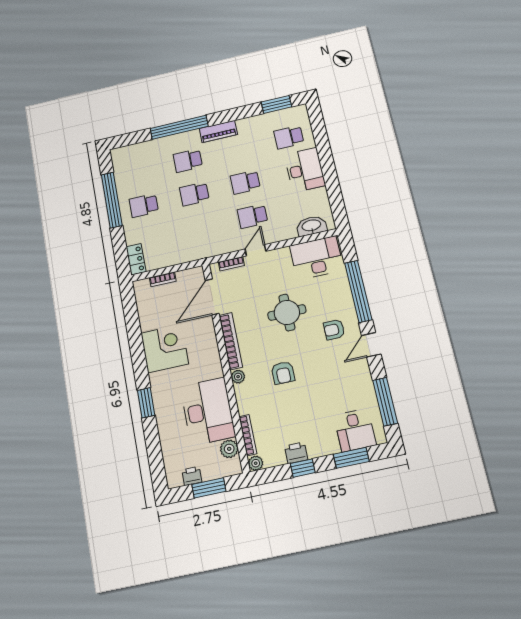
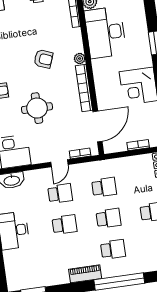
school desk: (289, 137) -> (104, 187), moved
armchair: (283, 373) -> (43, 59), turned 111

